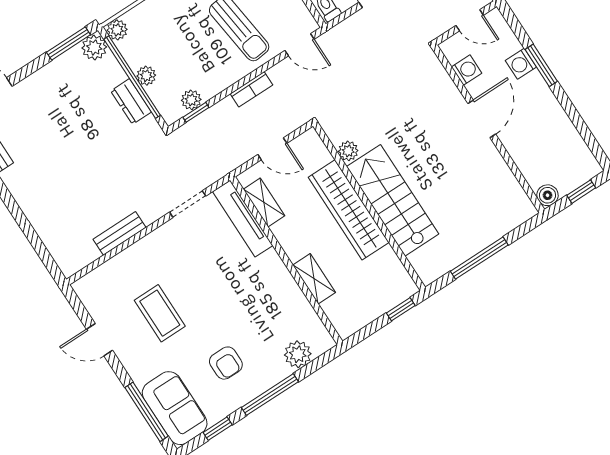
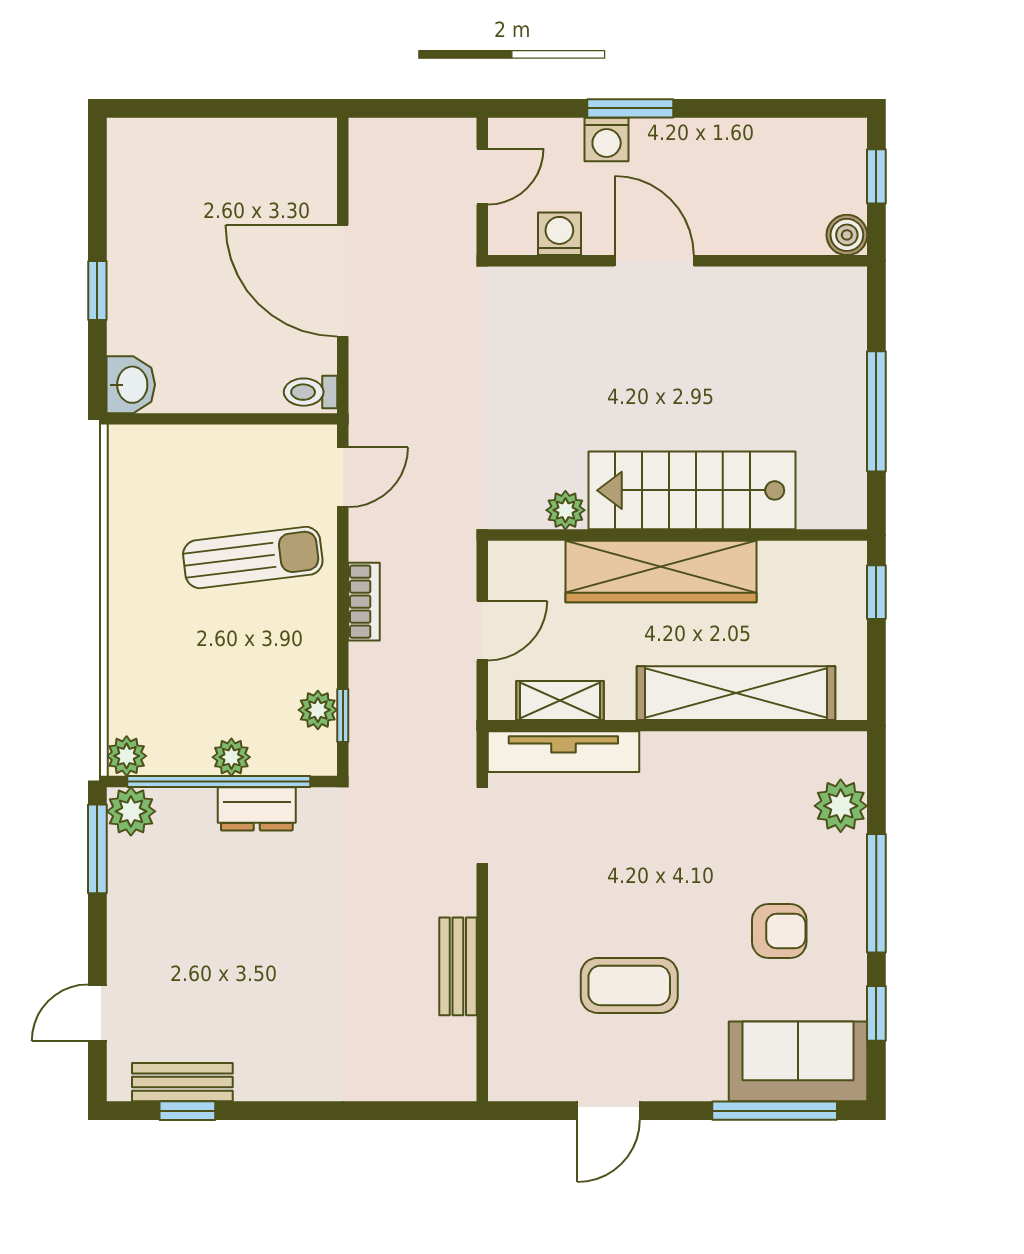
shelving: (314, 279) -> (736, 693), width x2.20, depth x1.33

